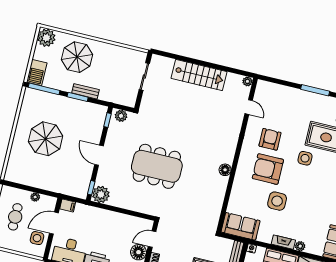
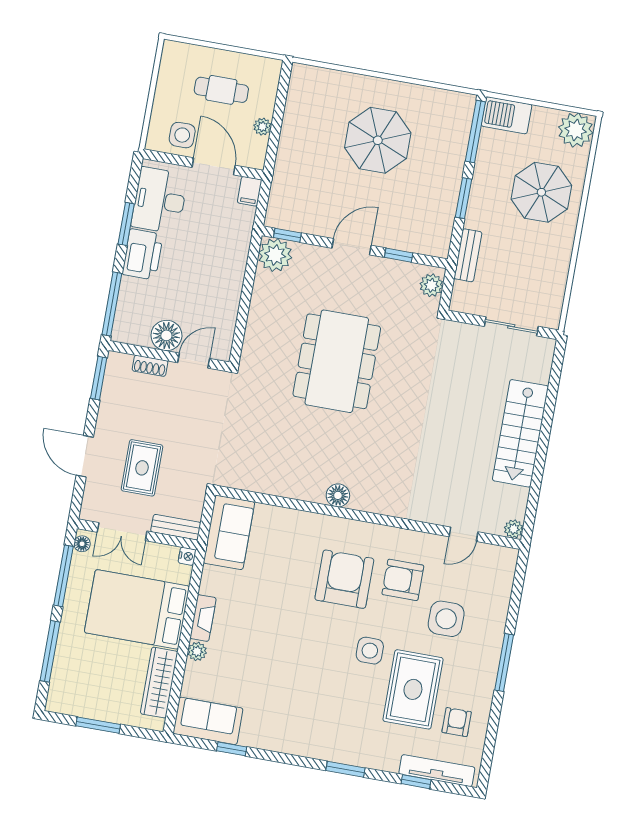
bench: (86, 91) -> (468, 255), moved
window: (107, 120) -> (399, 255), moved
armchair: (270, 139) -> (403, 580), turned 180
side table: (277, 201) -> (446, 619), moved
door: (152, 239) -> (194, 361), hinge flipped

